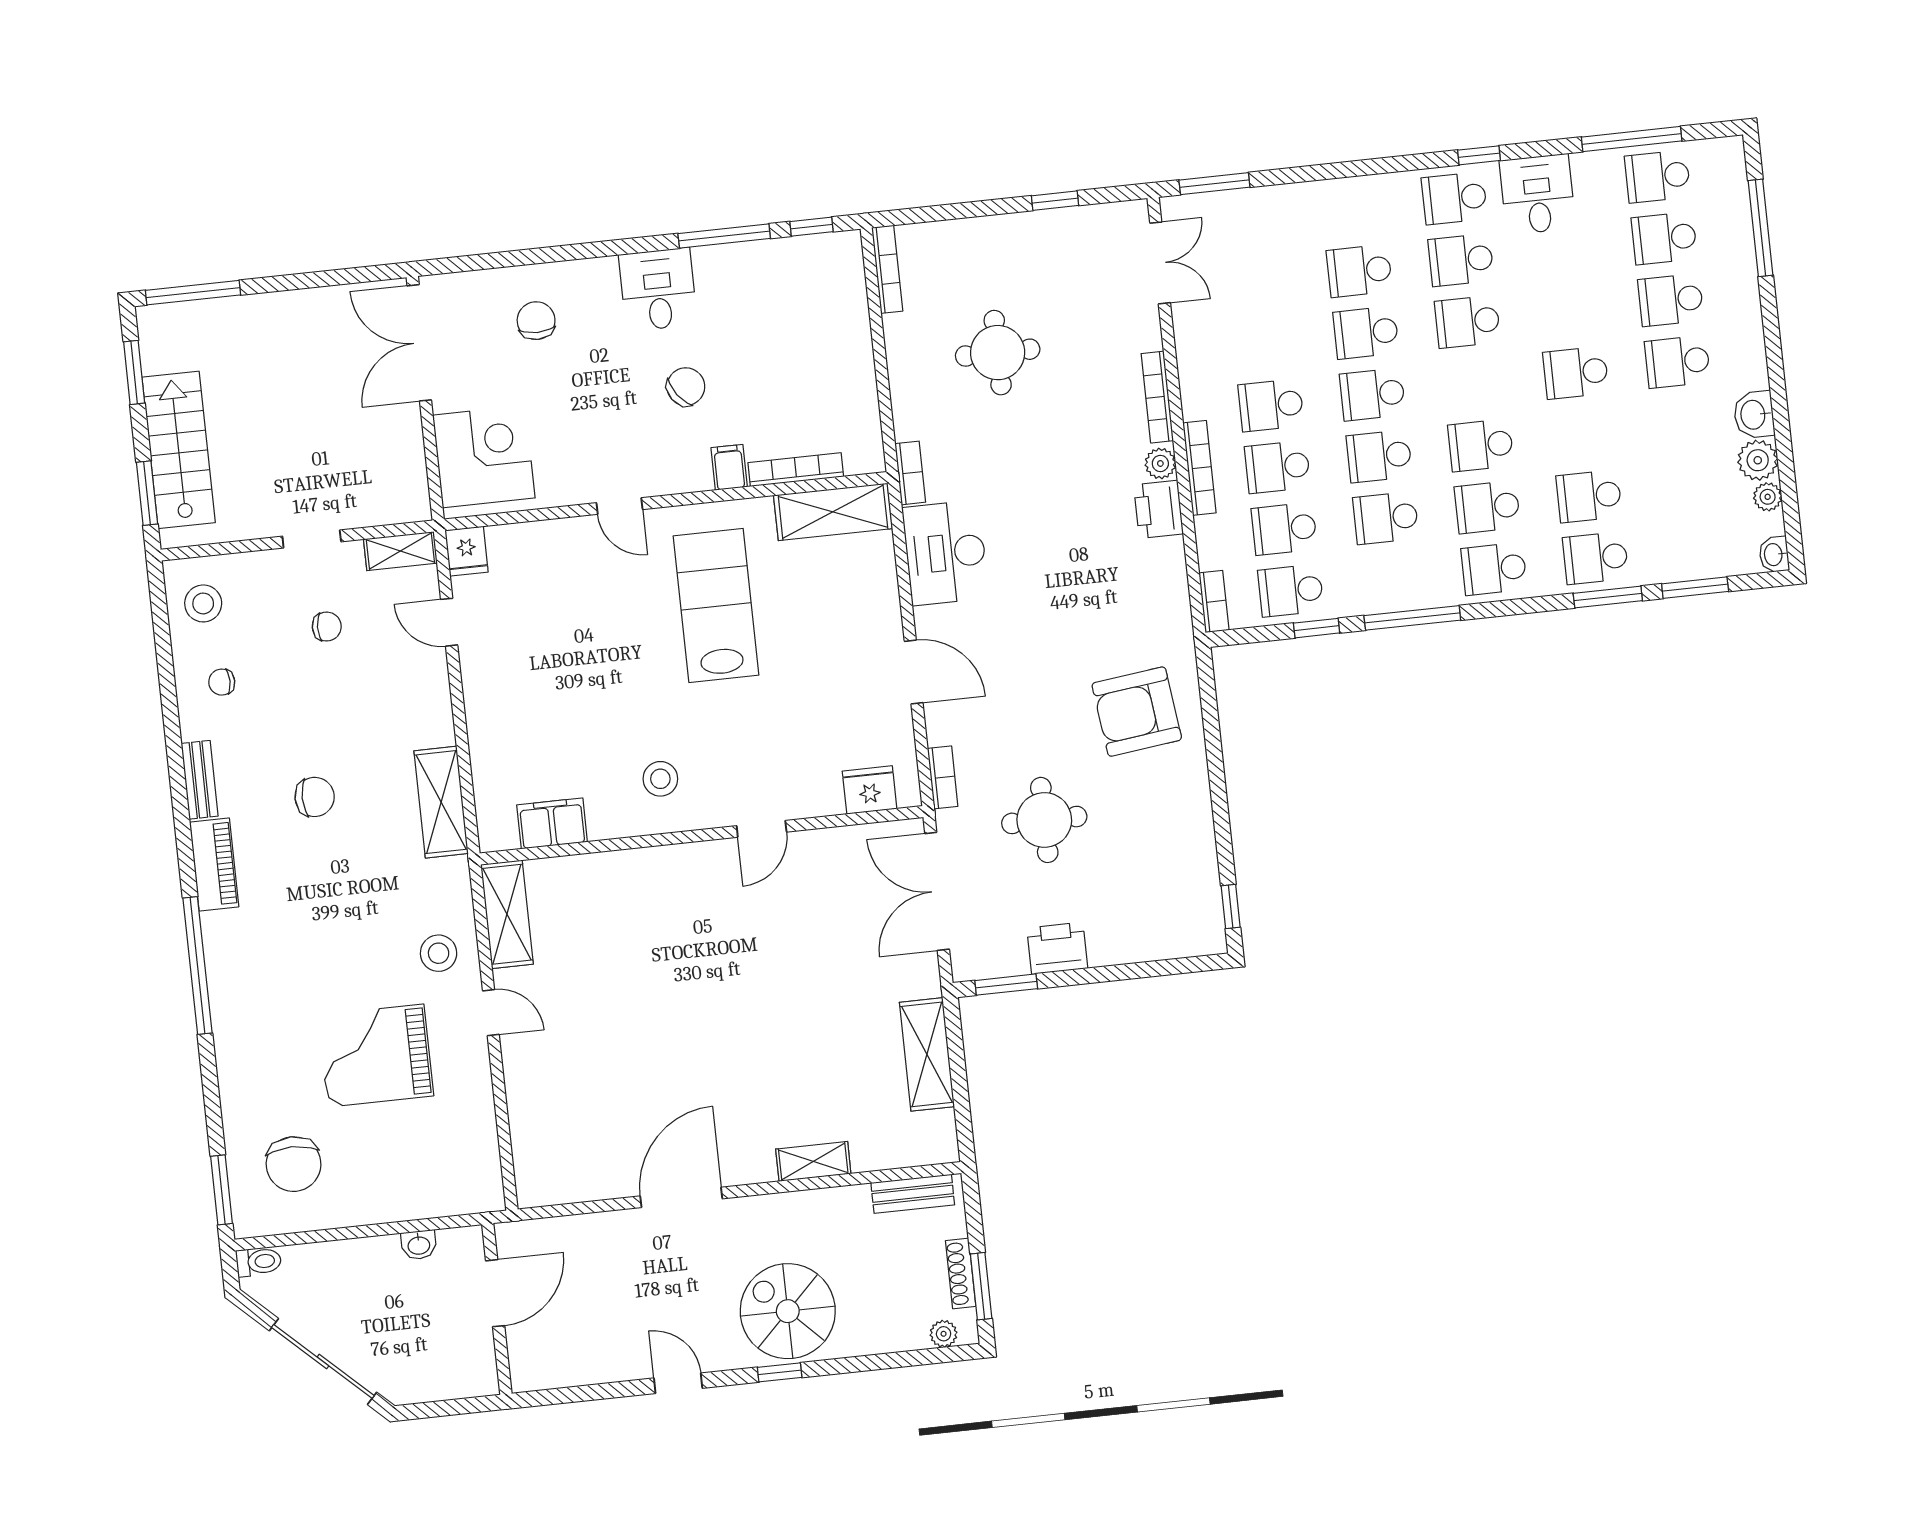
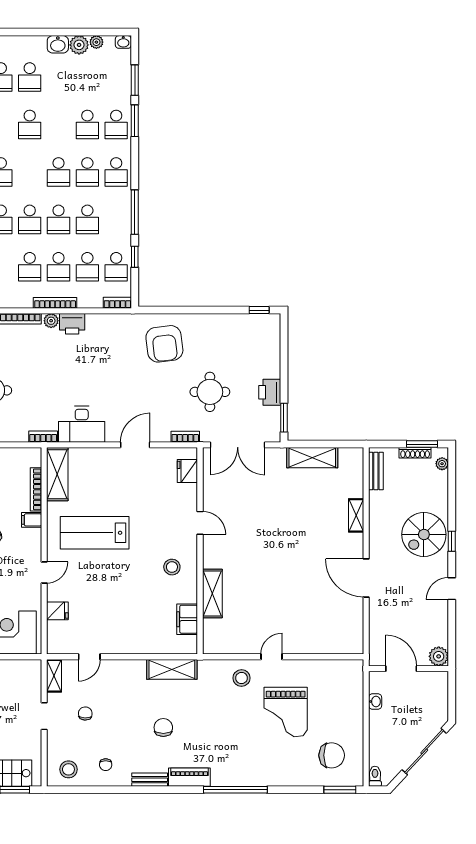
fridge: (467, 551) -> (57, 611), moved
shelving: (507, 914) -> (212, 594), moved, turned 90
plant: (530, 1371) -> (439, 656), added

